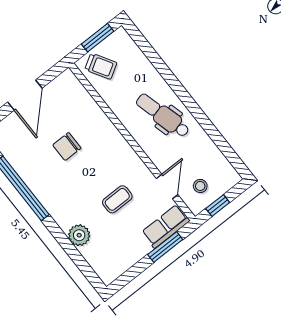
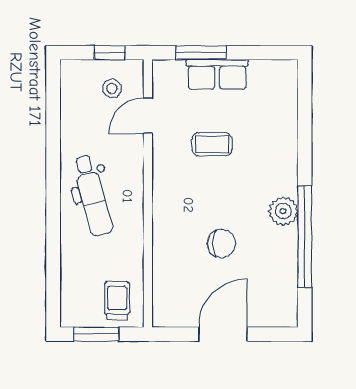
trolley: (101, 66) -> (117, 301), turned 31
row of seats: (166, 226) -> (217, 74), moved
plant: (79, 235) -> (283, 211), moved

